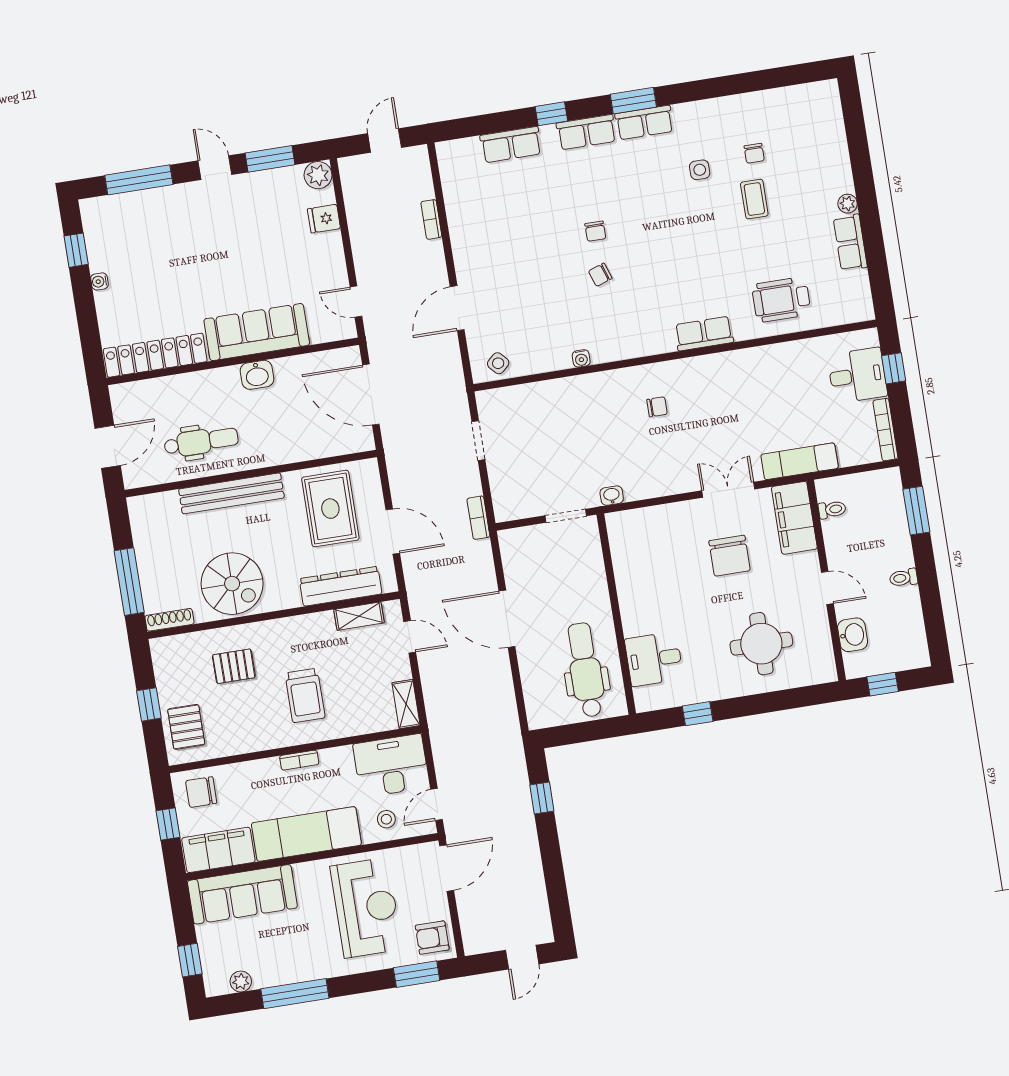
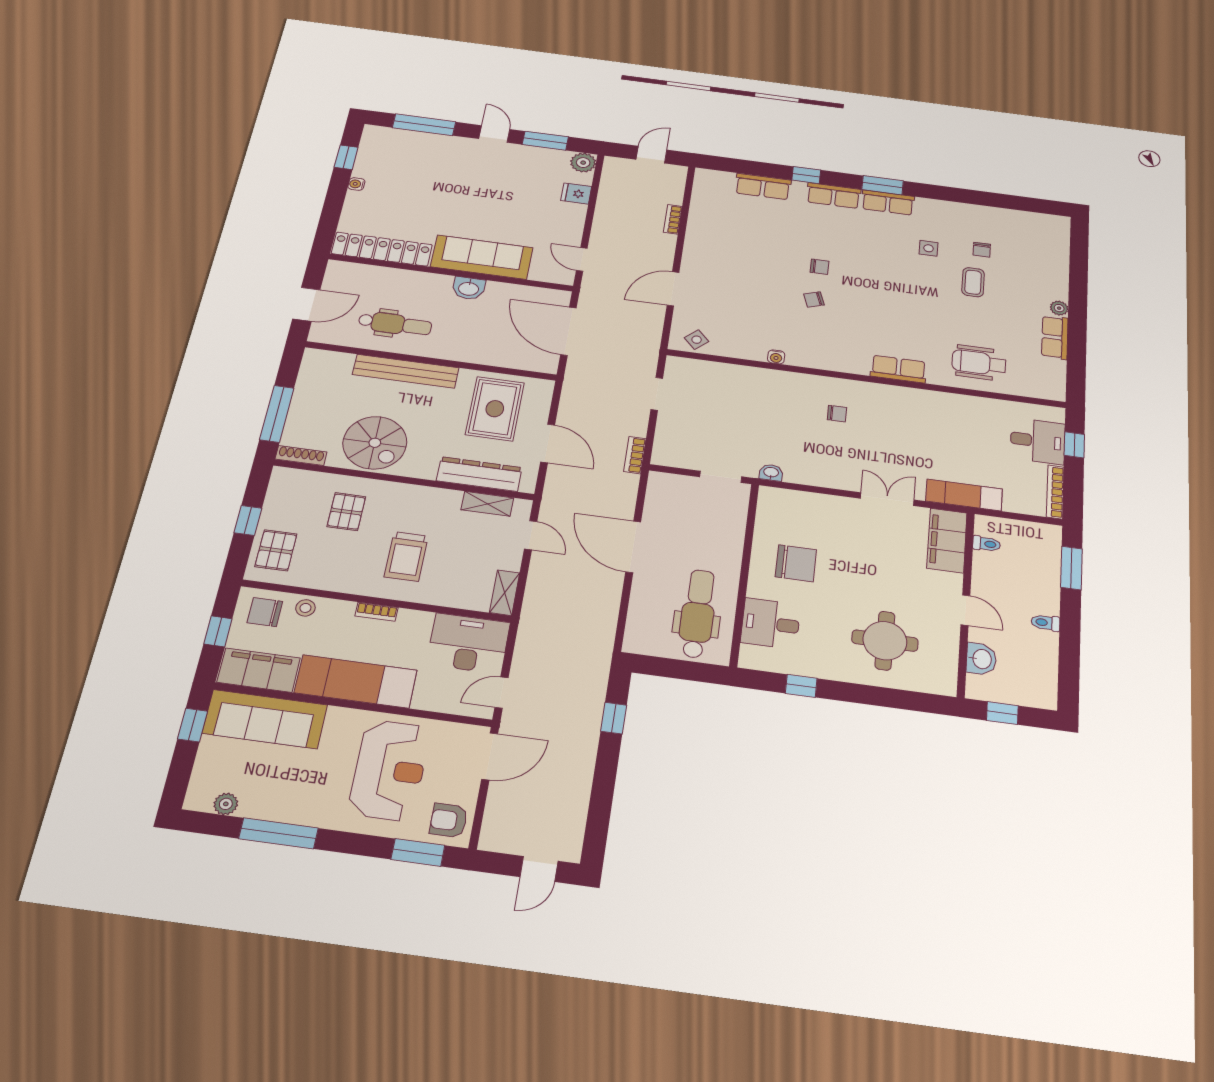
chair: (595, 231) -> (820, 267), turned -90
chair: (730, 556) -> (796, 563), moved, turned -90
pallet: (234, 666) -> (346, 512), turned 90
stool: (386, 819) -> (305, 608), moved
window: (190, 960) -> (193, 725), moved

